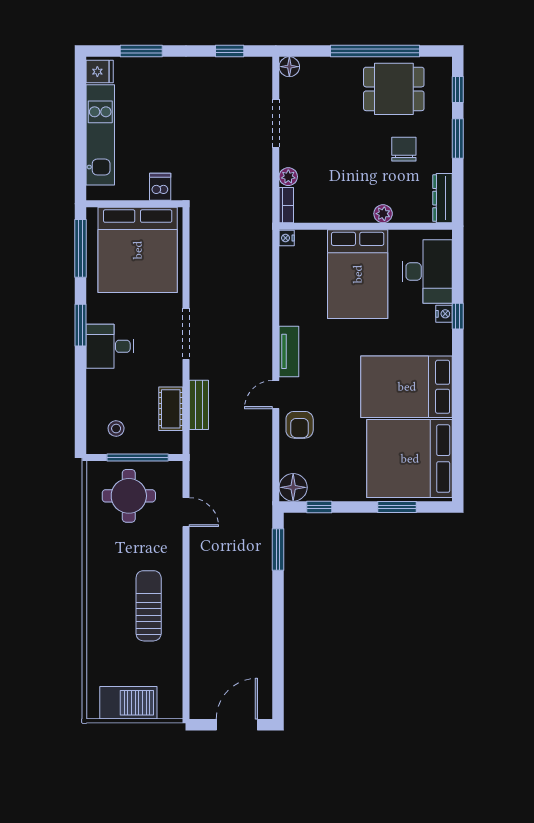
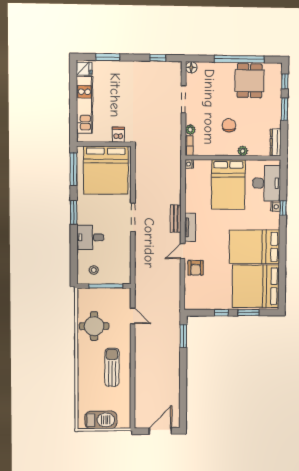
dining table: (394, 89) -> (249, 81), turned 90
chair: (404, 149) -> (229, 125), moved
desk: (110, 346) -> (90, 237), moved
bench: (199, 405) -> (176, 219), moved
cot: (171, 409) -> (124, 259), removed
floor lamp: (293, 487) -> (192, 302), removed
round table: (129, 496) -> (94, 326), moved
window: (319, 507) -> (221, 313), moved

